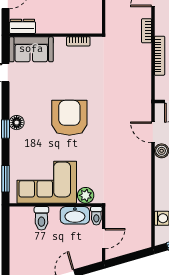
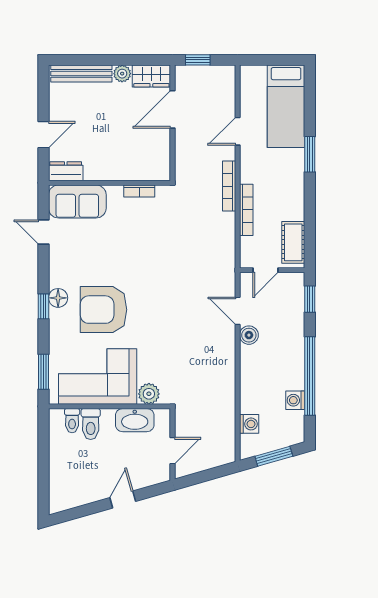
bookcase: (147, 31) -> (229, 186), width x1.56
armchair: (69, 118) -> (104, 310), moved, turned -90
toilet: (96, 216) -> (72, 421), moved

